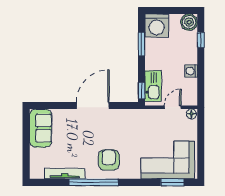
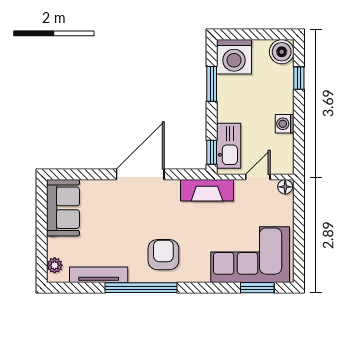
fireplace: (138, 116) -> (207, 190), added
plant: (35, 167) -> (55, 265), added

